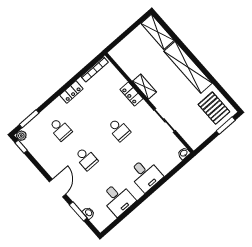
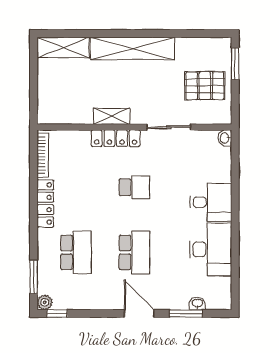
locker: (71, 92) -> (45, 203), width x1.53
locker: (131, 94) -> (116, 138), width x1.53
pallet: (214, 108) -> (205, 86), moved
school desk: (60, 129) -> (76, 252), width x1.85
school desk: (86, 159) -> (134, 252), width x1.85
desk: (118, 199) -> (211, 249), width x1.37

